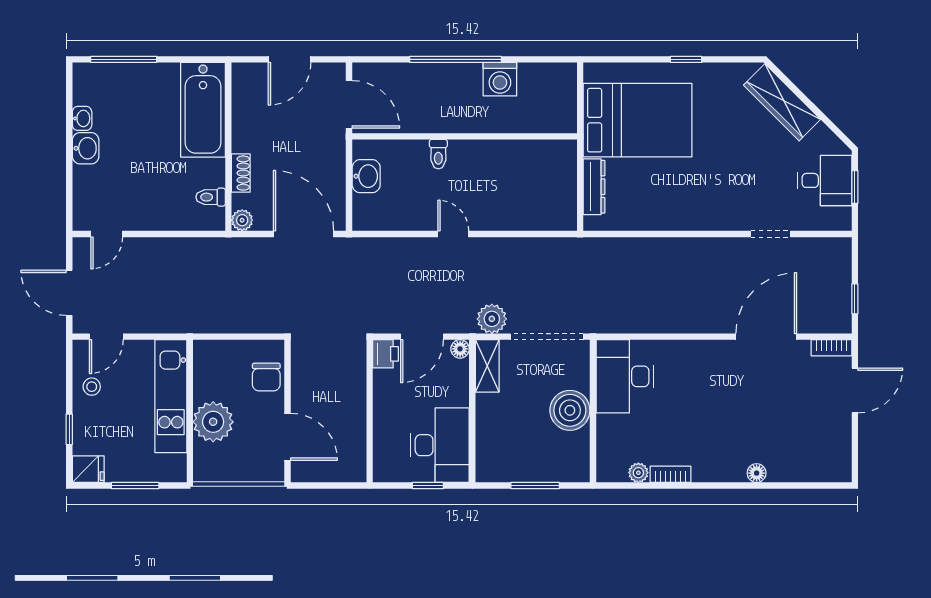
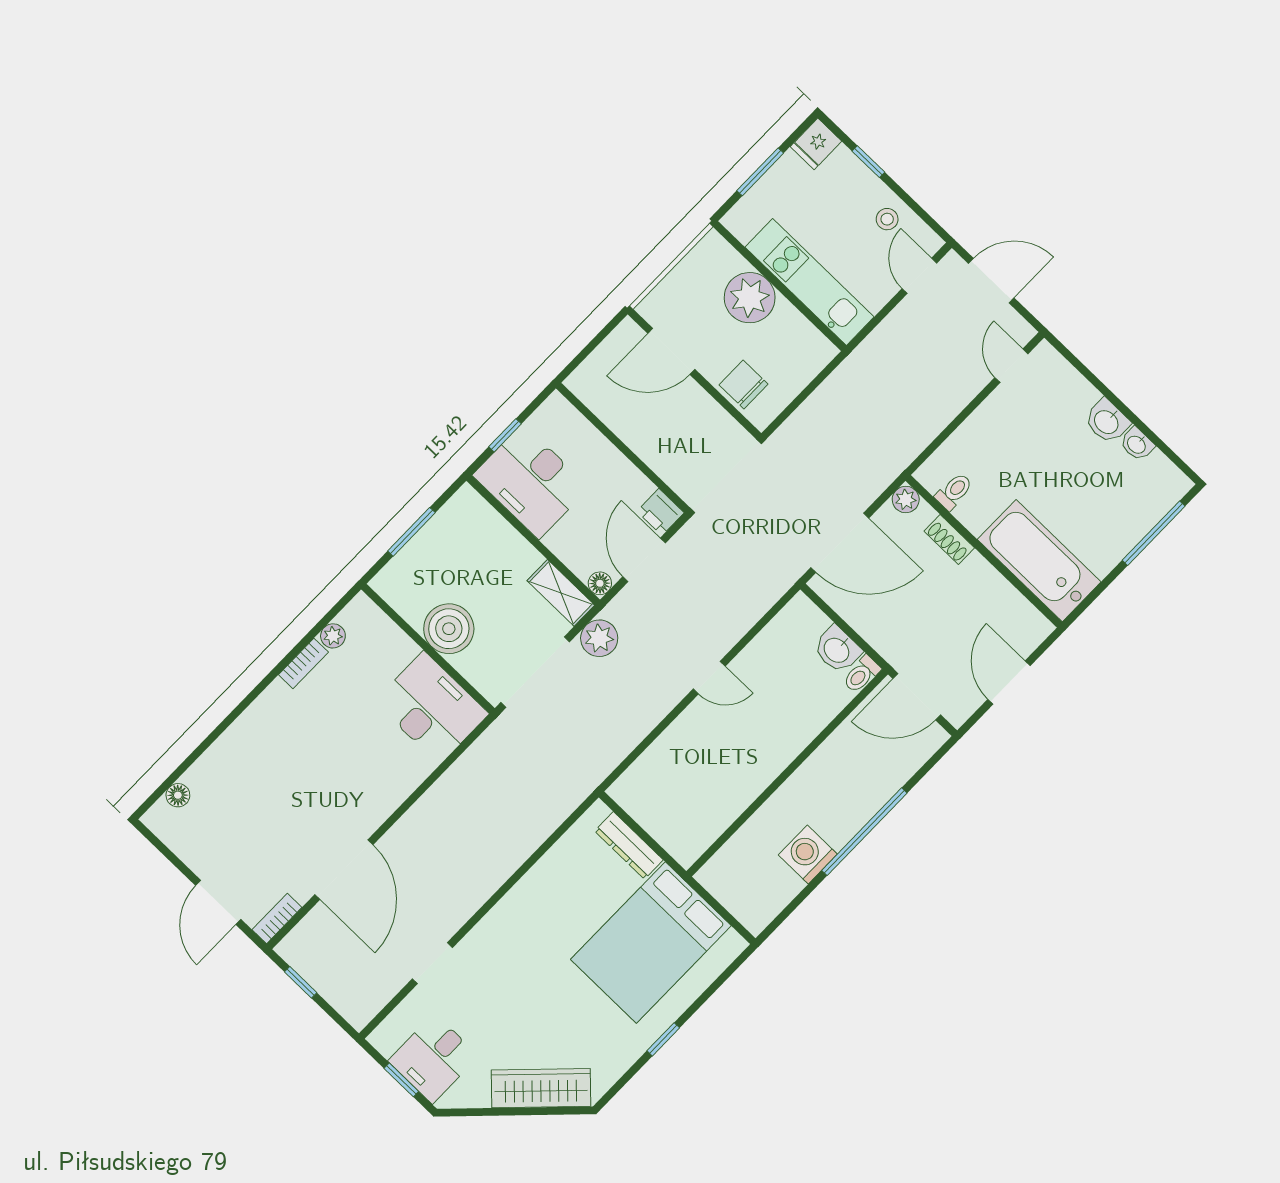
toilet: (438, 154) -> (862, 674), moved, turned -90
floor lamp: (757, 473) -> (178, 795), moved

